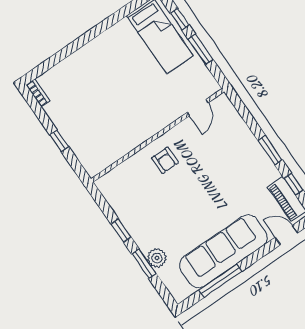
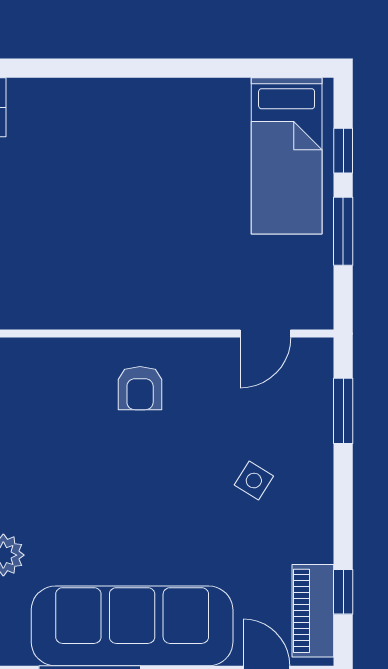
window: (270, 150) -> (343, 411), moved
side table: (231, 165) -> (254, 481), added

